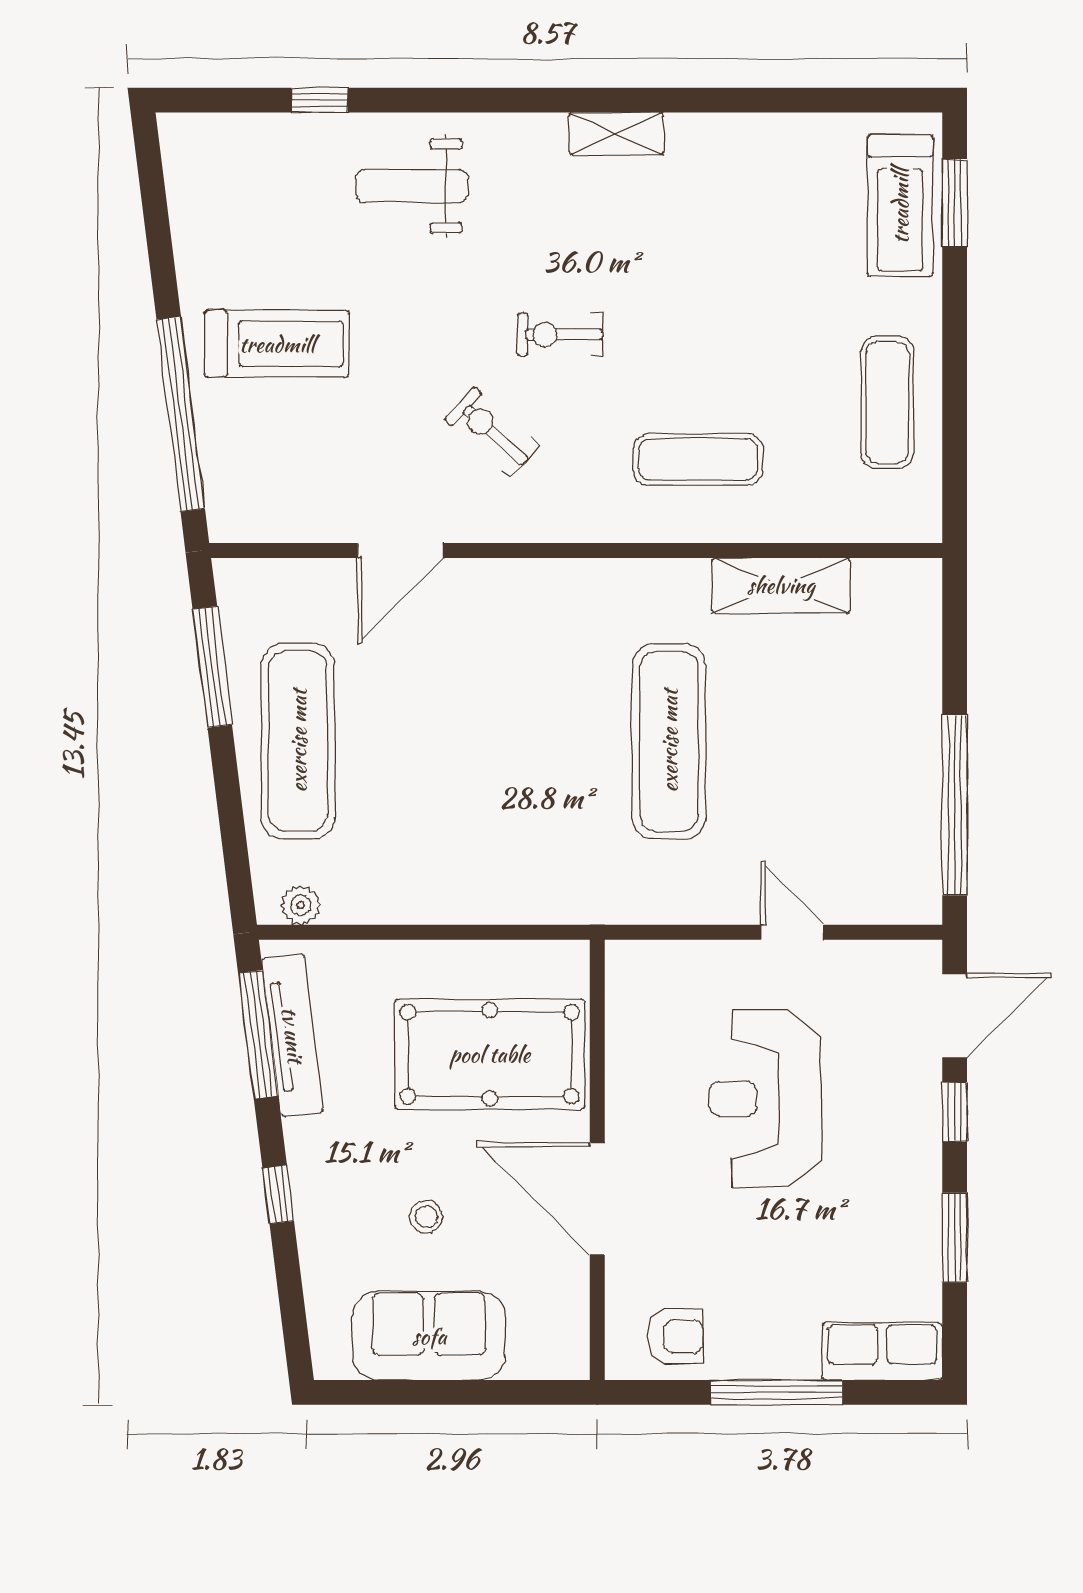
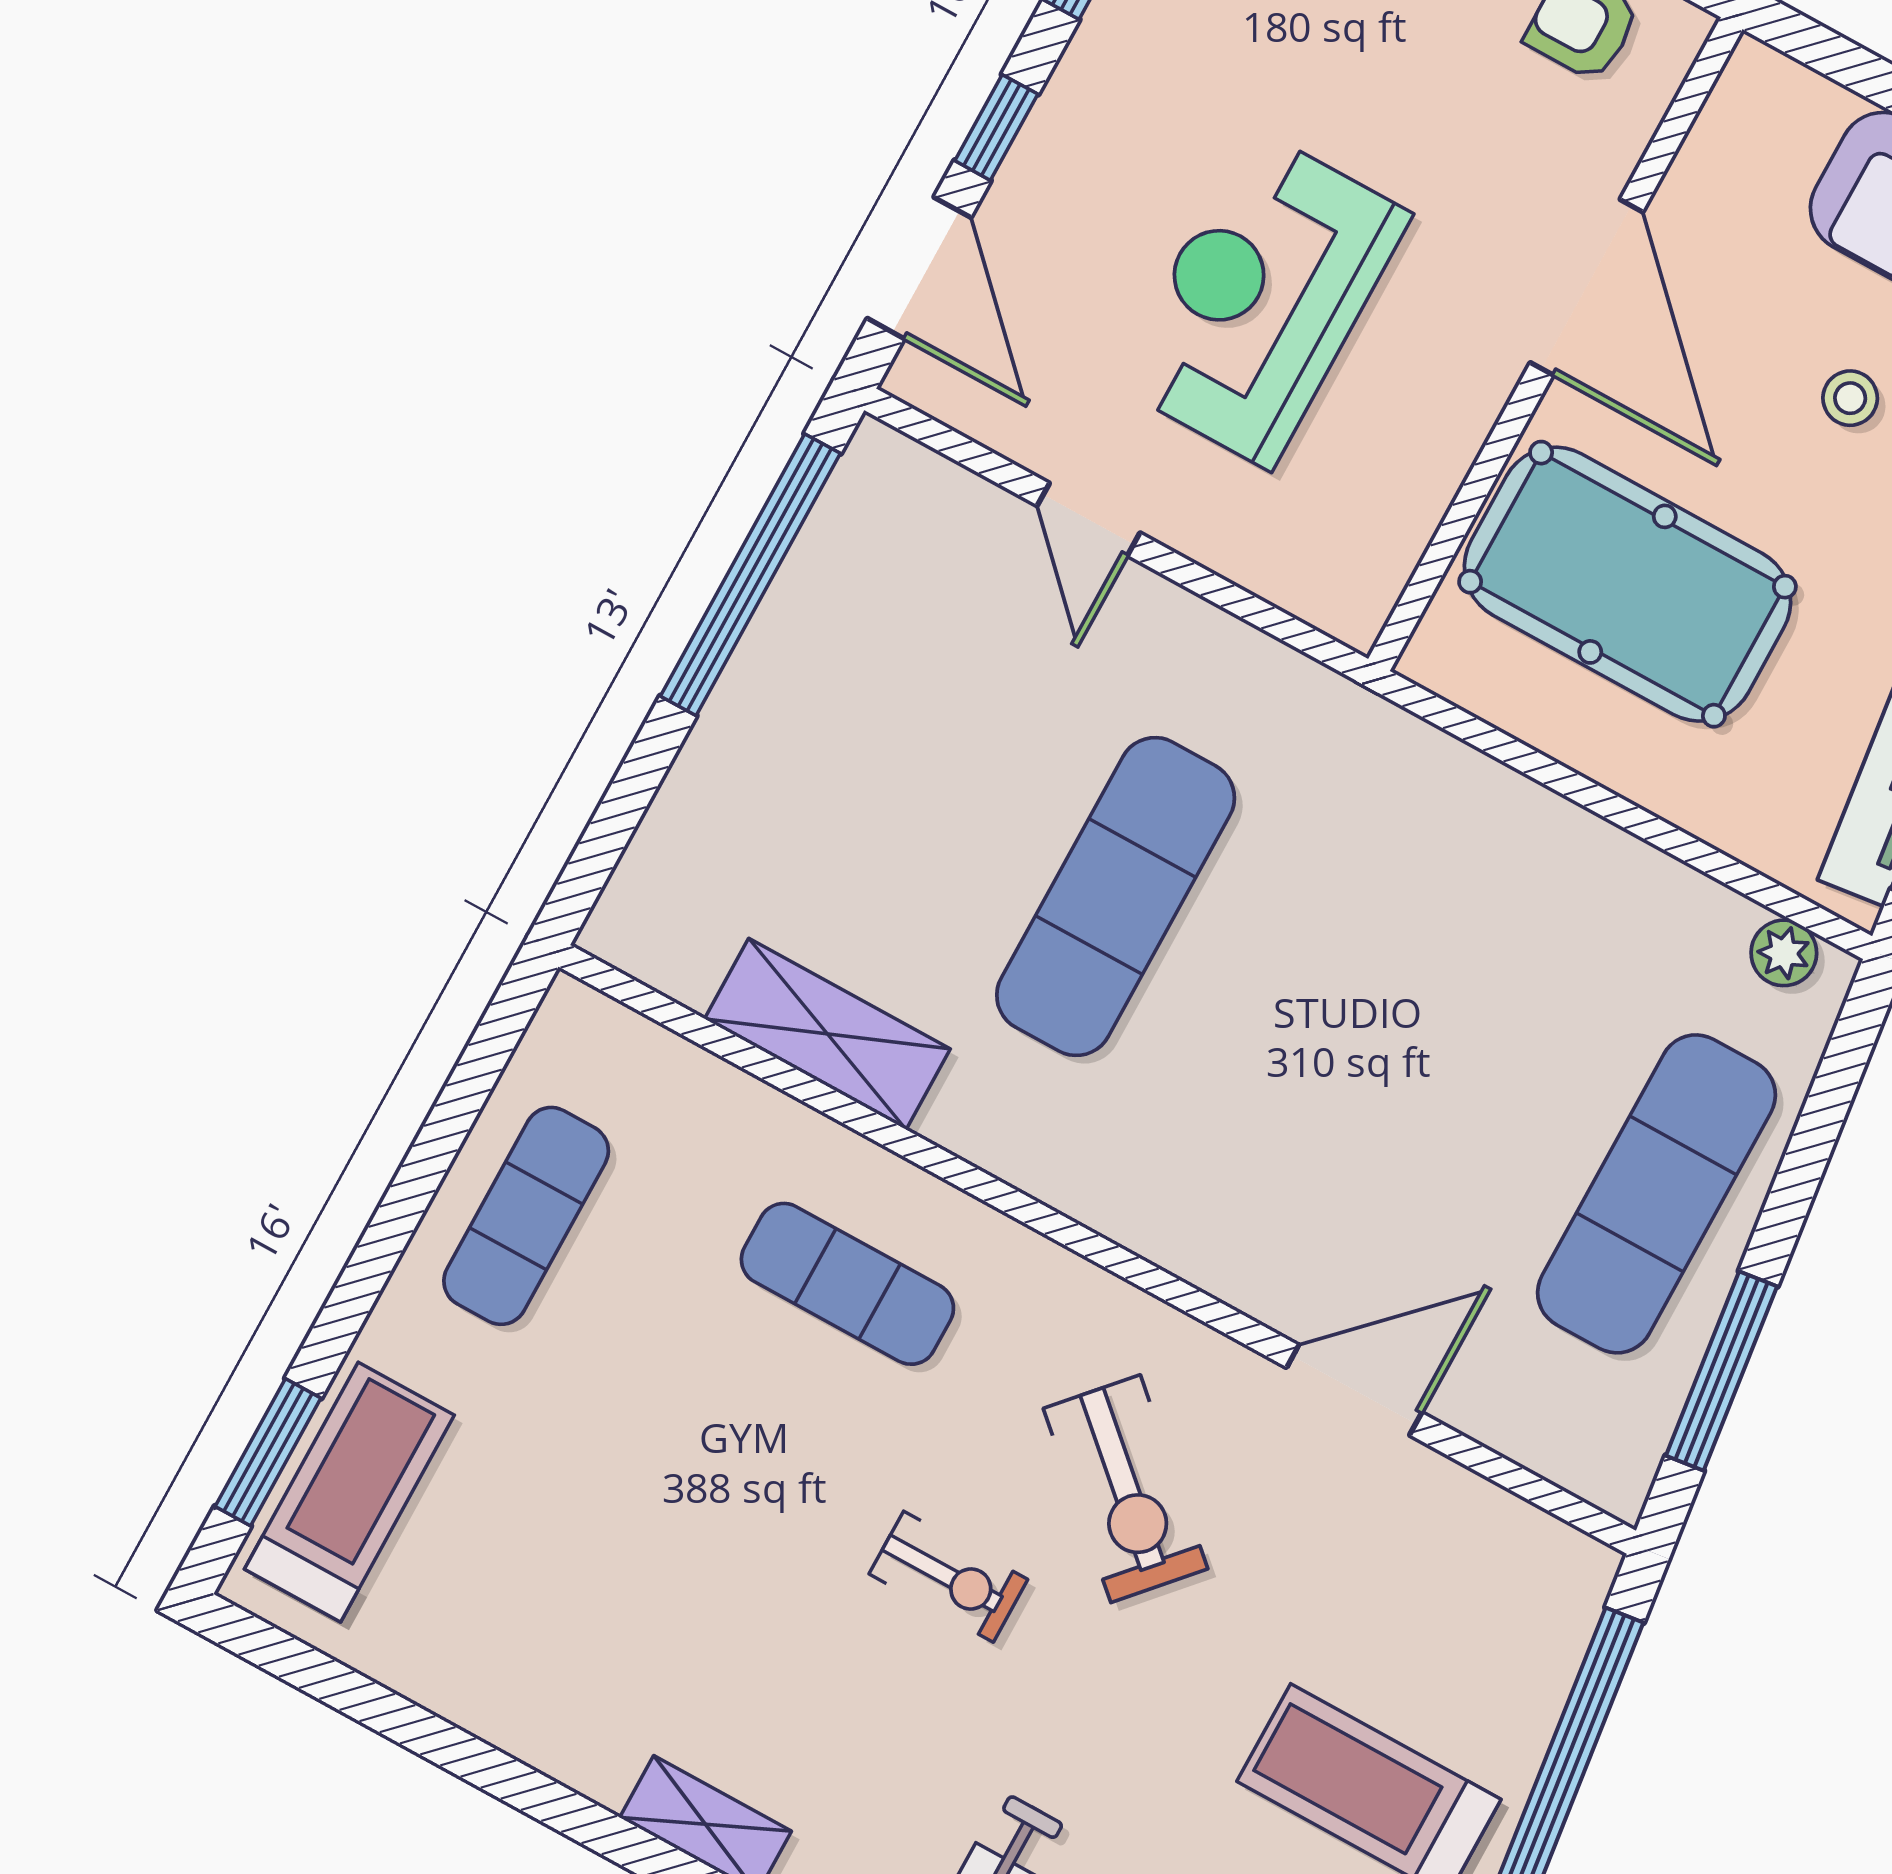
exercise bike: (492, 432) -> (1126, 1489), width x1.38, depth x1.39
door: (955, 1016) -> (919, 268), swing flipped
reception desk: (765, 1099) -> (1261, 299), turned 180

